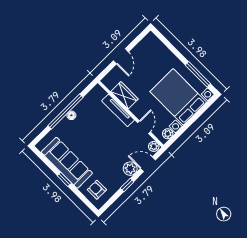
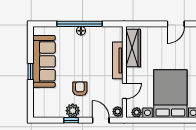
door: (121, 56) -> (176, 24), moved
wardrobe: (124, 95) -> (133, 48), width x1.50
plant: (130, 169) -> (73, 111), moved
armchair: (97, 190) -> (80, 89), moved

